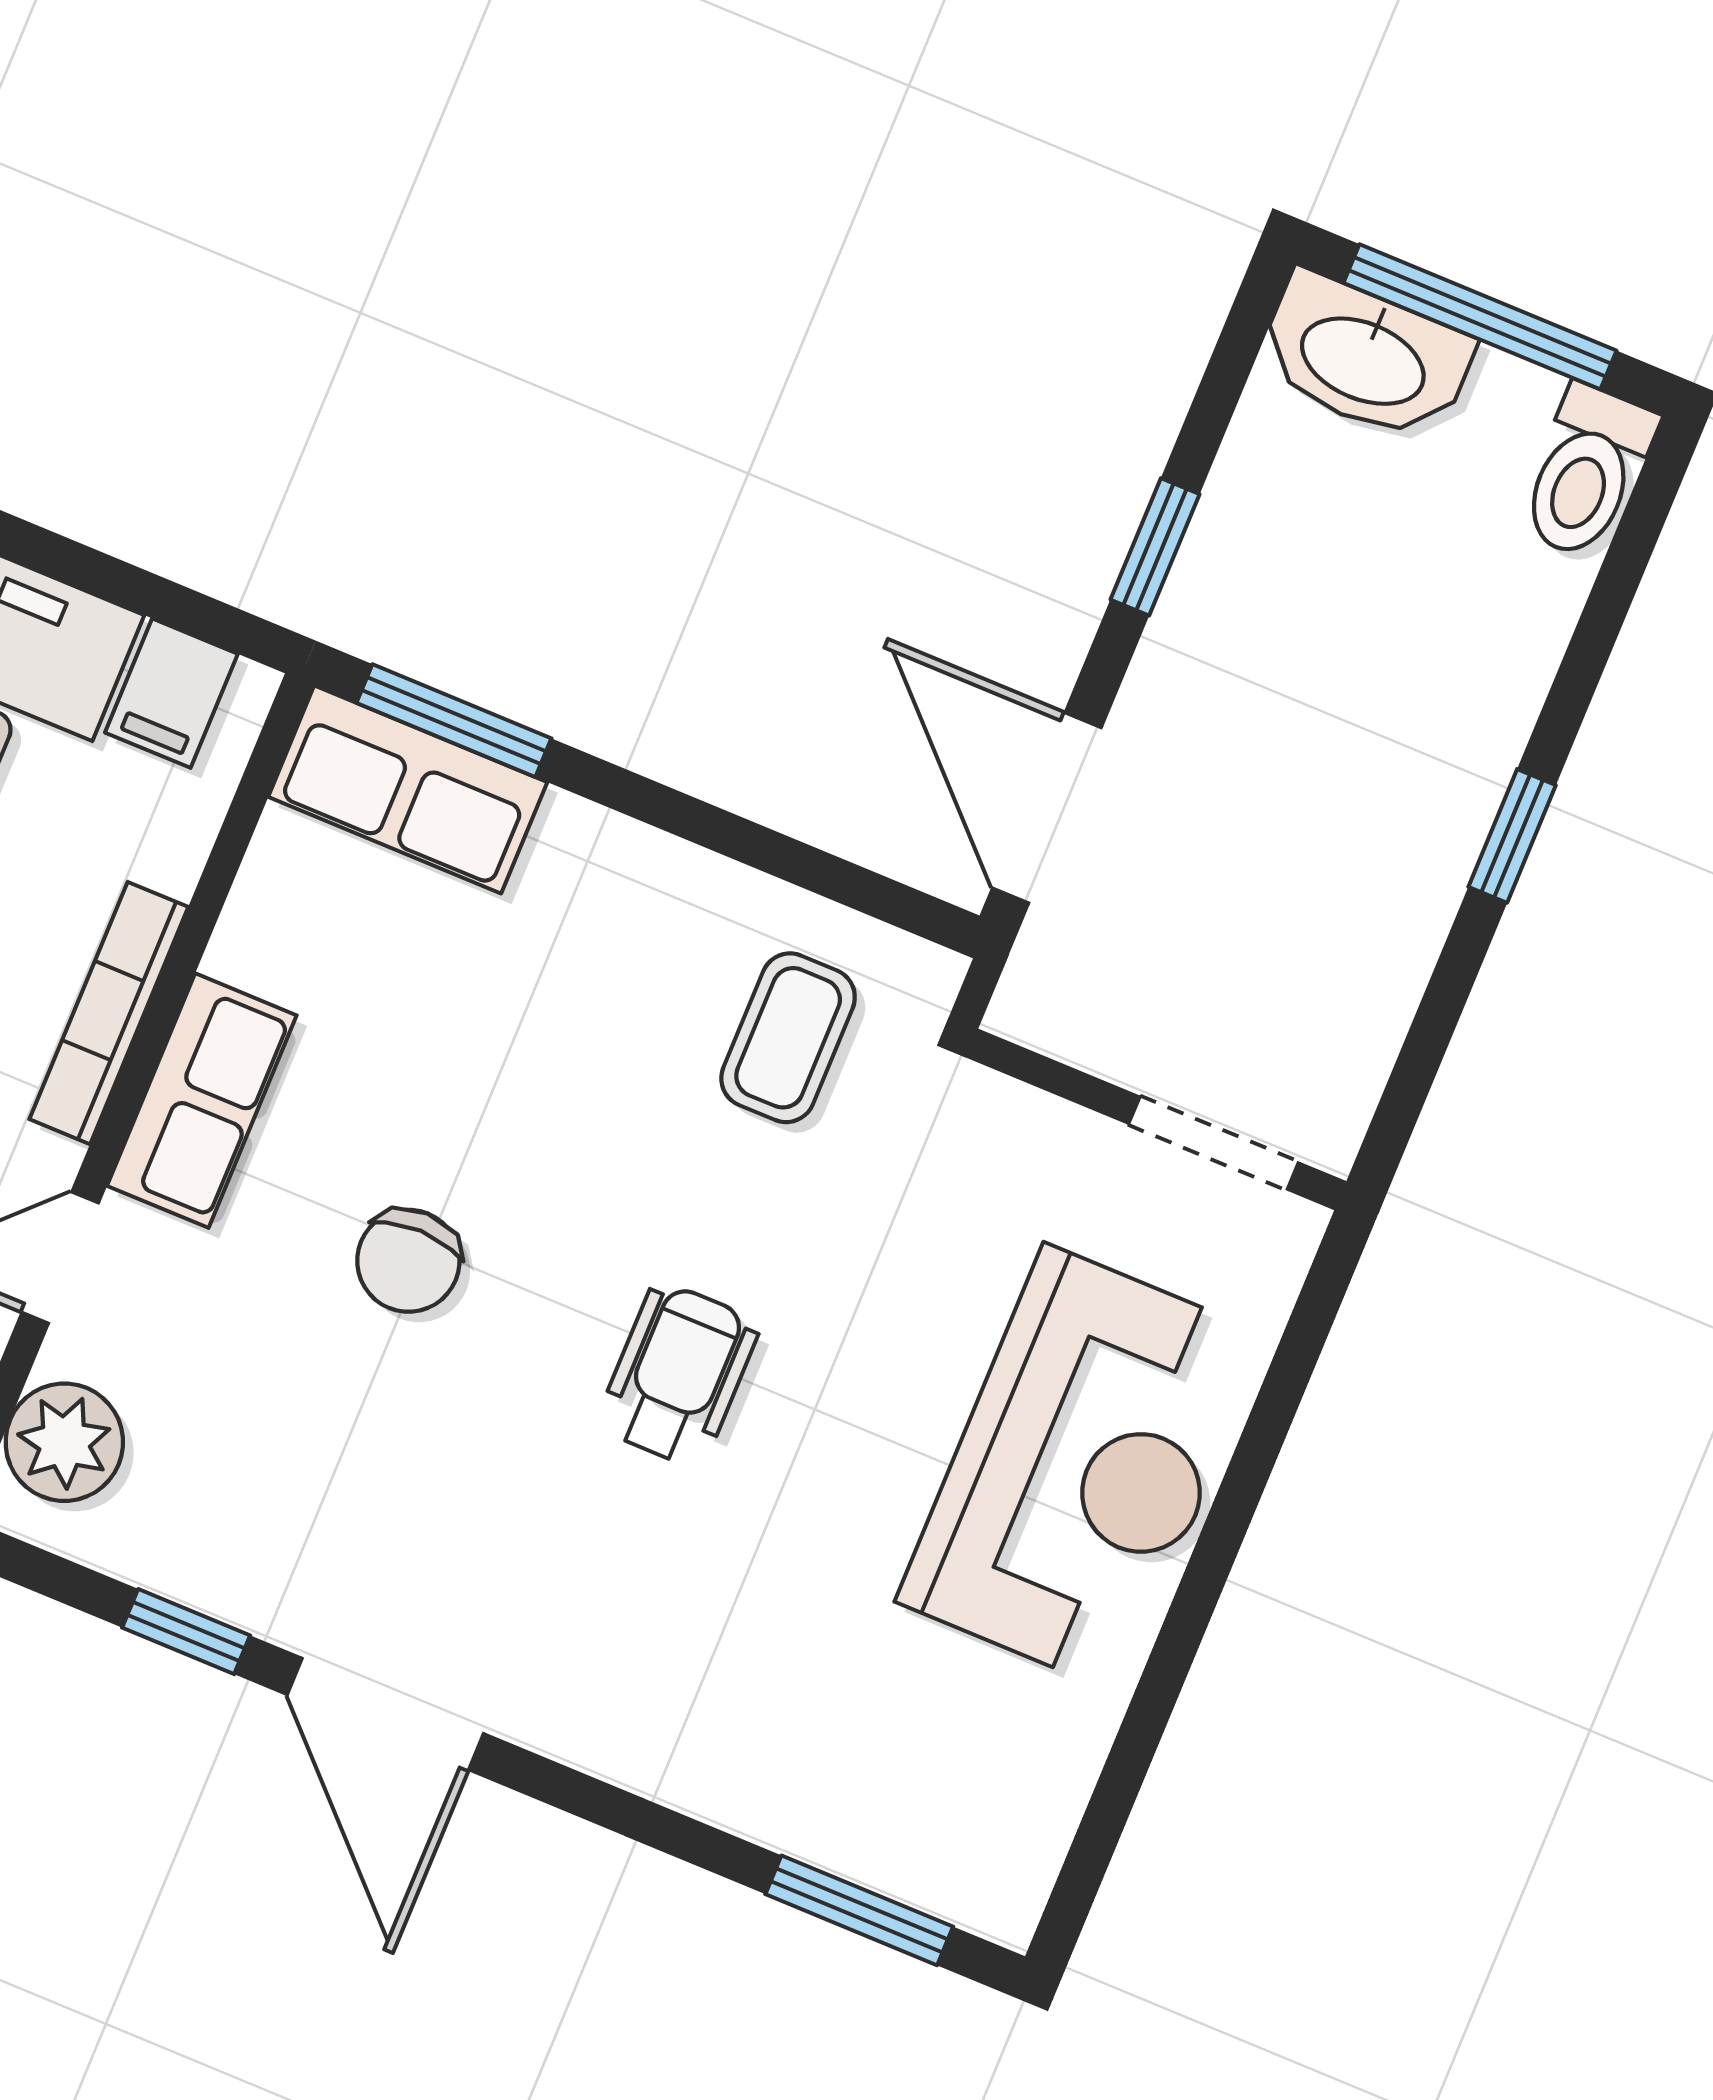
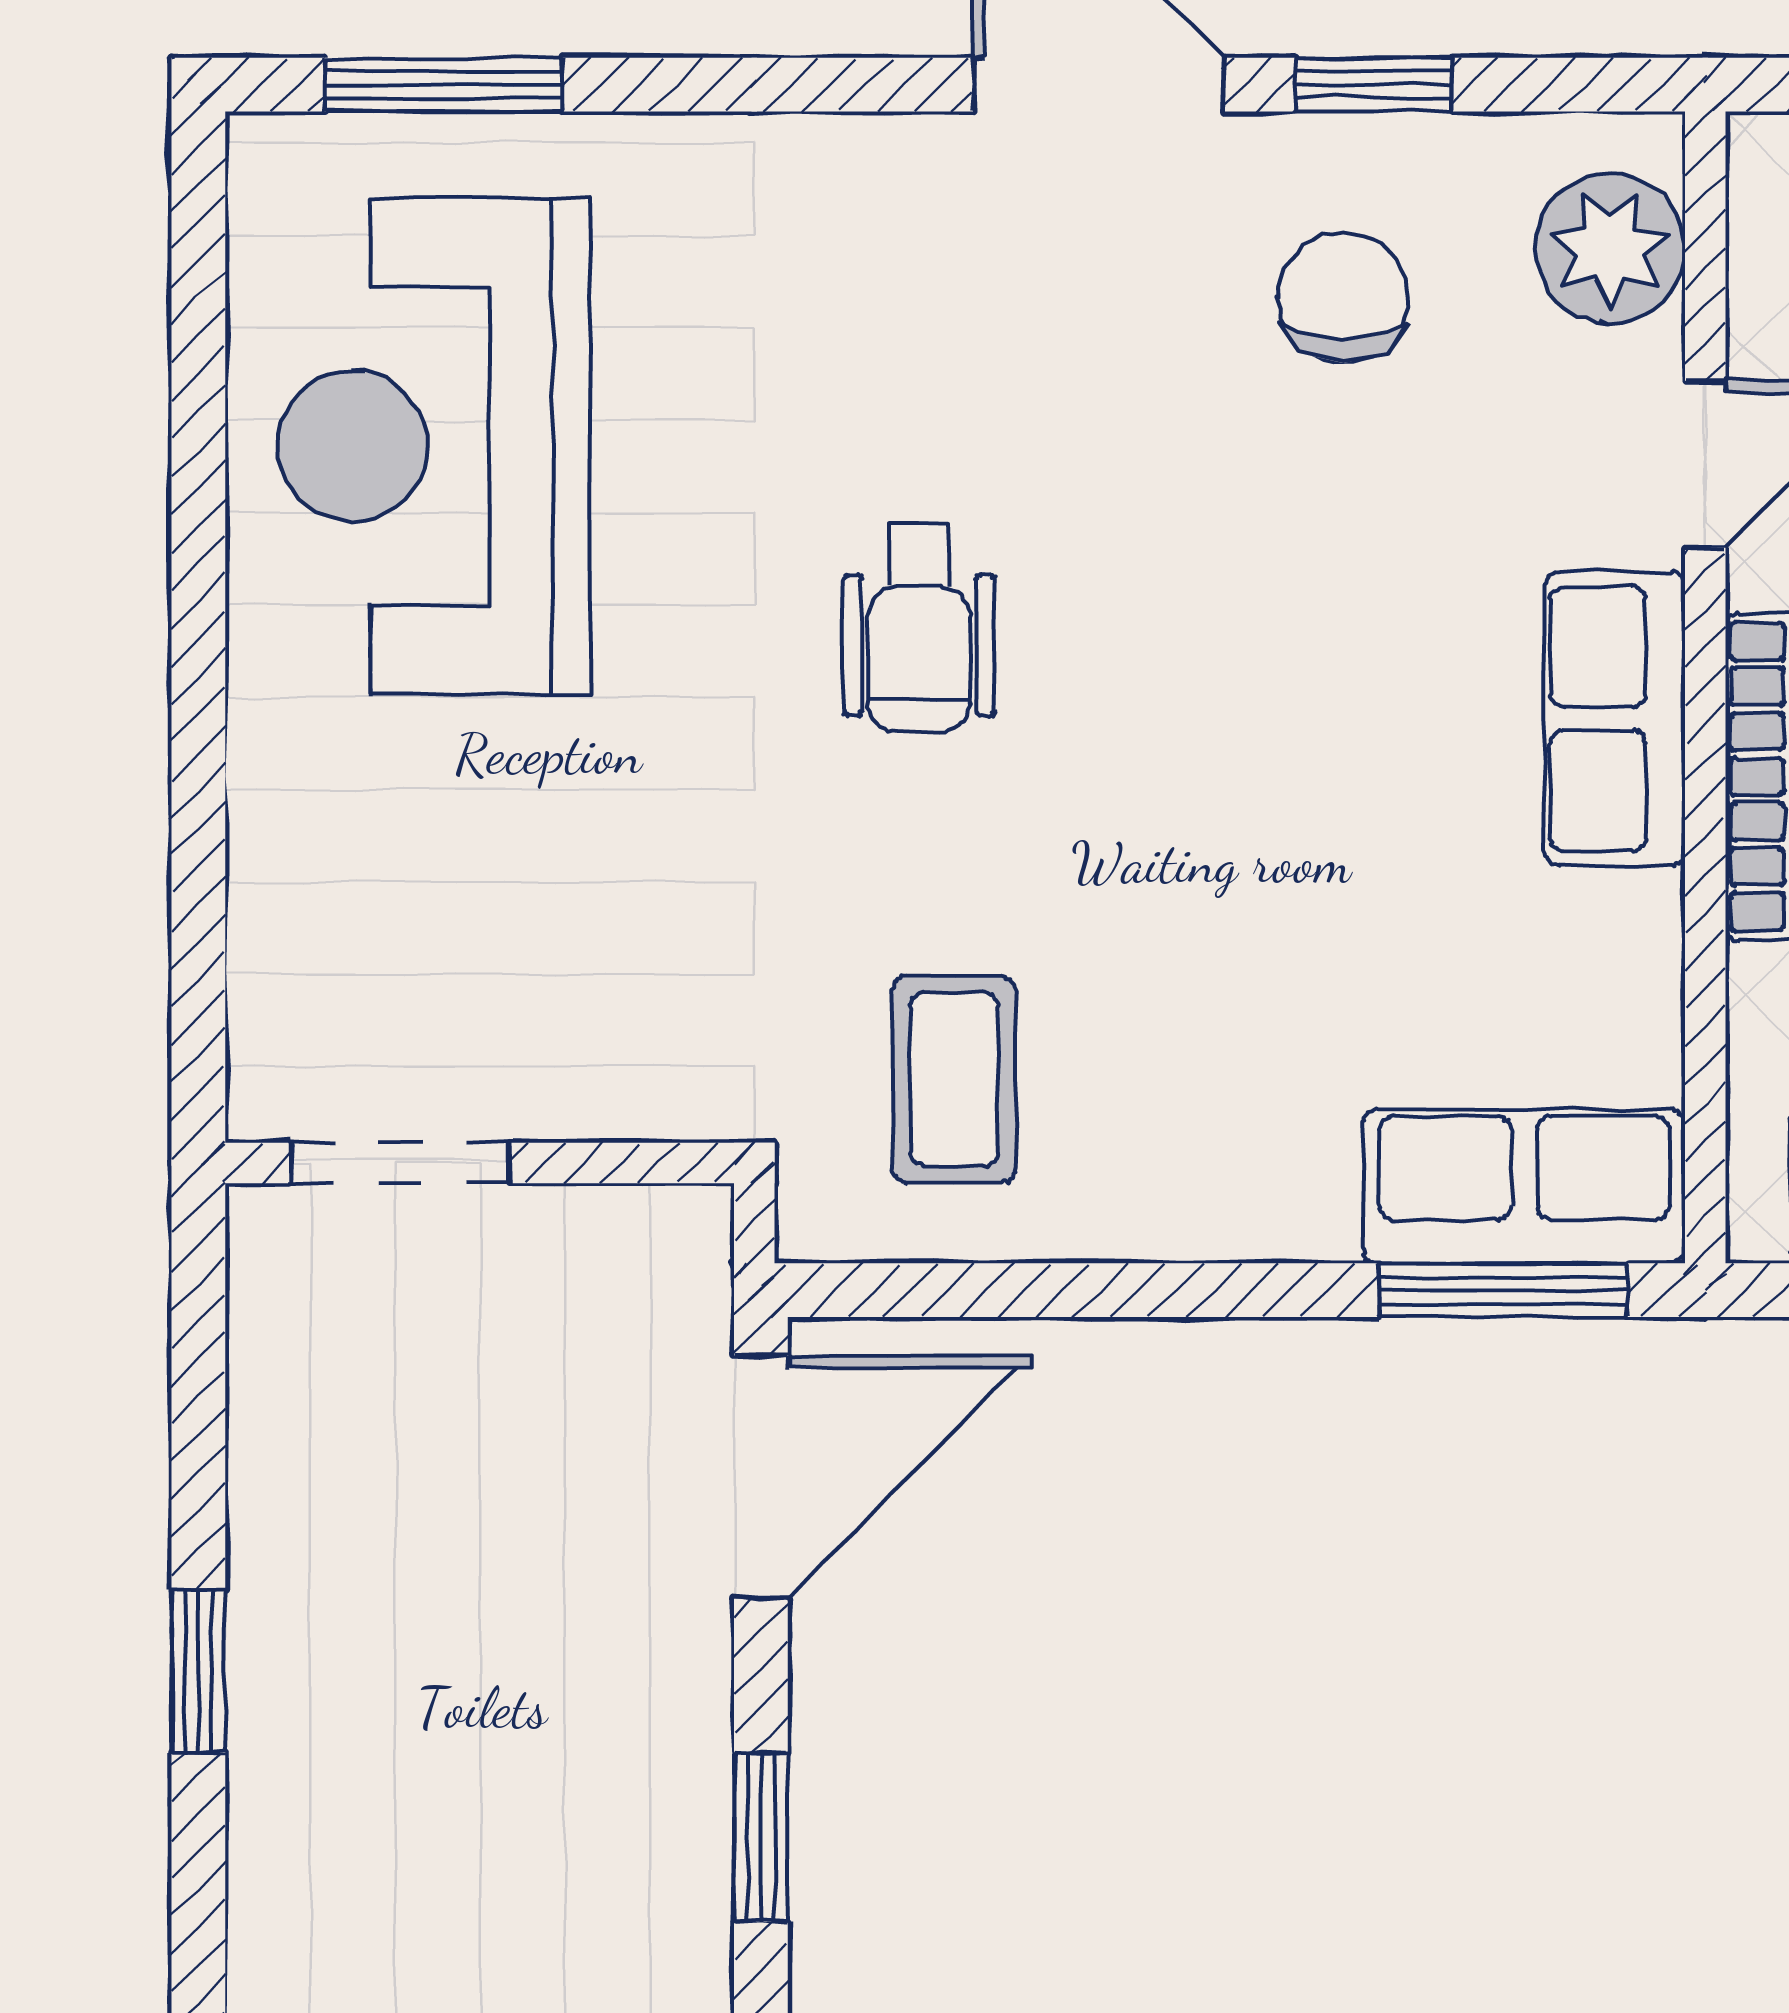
door: (1047, 808) -> (761, 1477), hinge flipped
chair: (408, 1261) -> (1343, 298), moved
reception desk: (1082, 1469) -> (434, 446), moved

